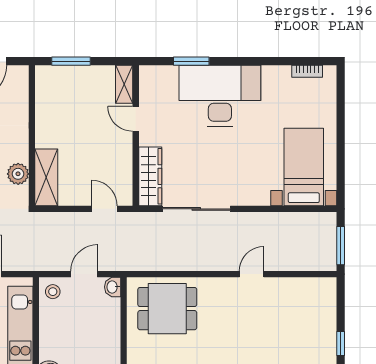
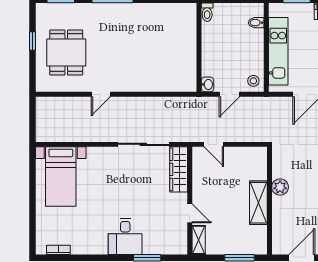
desk: (220, 96) -> (125, 237), width x0.53, depth x0.77
plant: (18, 174) -> (280, 187), moved
shelving: (46, 177) -> (258, 203), moved
window: (341, 246) -> (33, 116), removed
dining table: (167, 309) -> (66, 53), moved, turned 90

